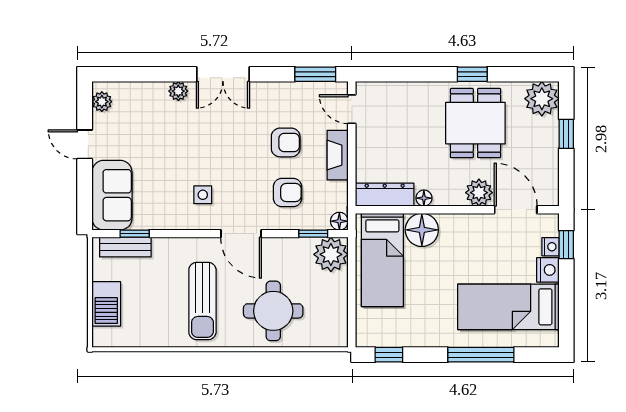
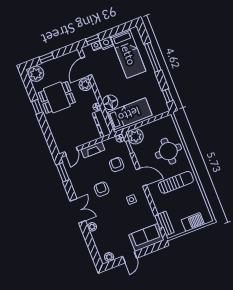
armchair: (286, 142) -> (102, 189), moved
door: (241, 234) -> (141, 177), hinge flipped

